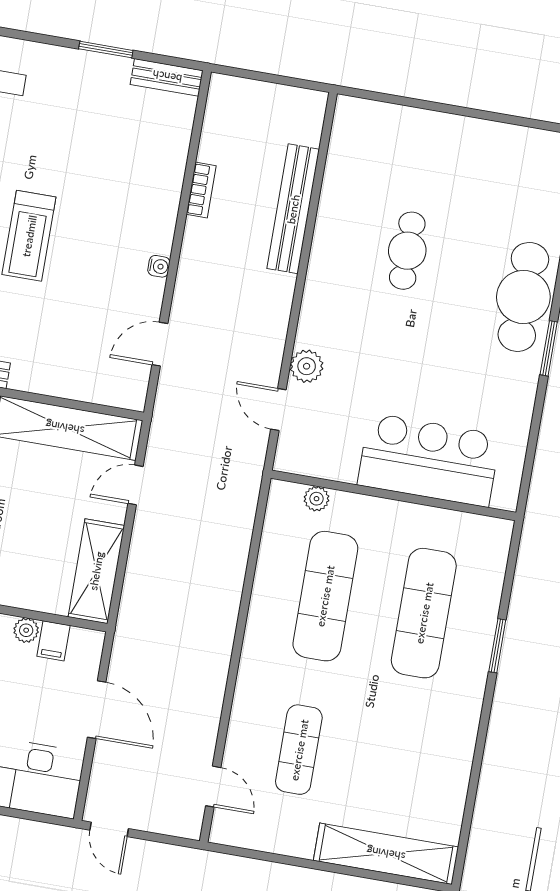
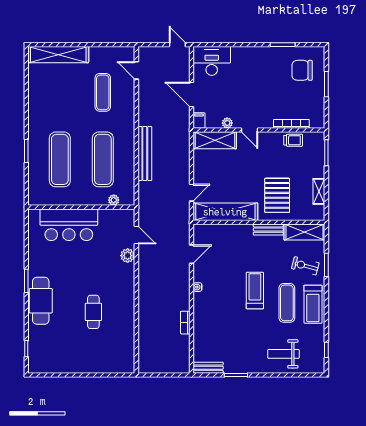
bench: (293, 209) -> (145, 154), moved
shelving: (96, 571) -> (215, 140), moved, turned 90
filing cabinet: (53, 641) -> (199, 121), moved

